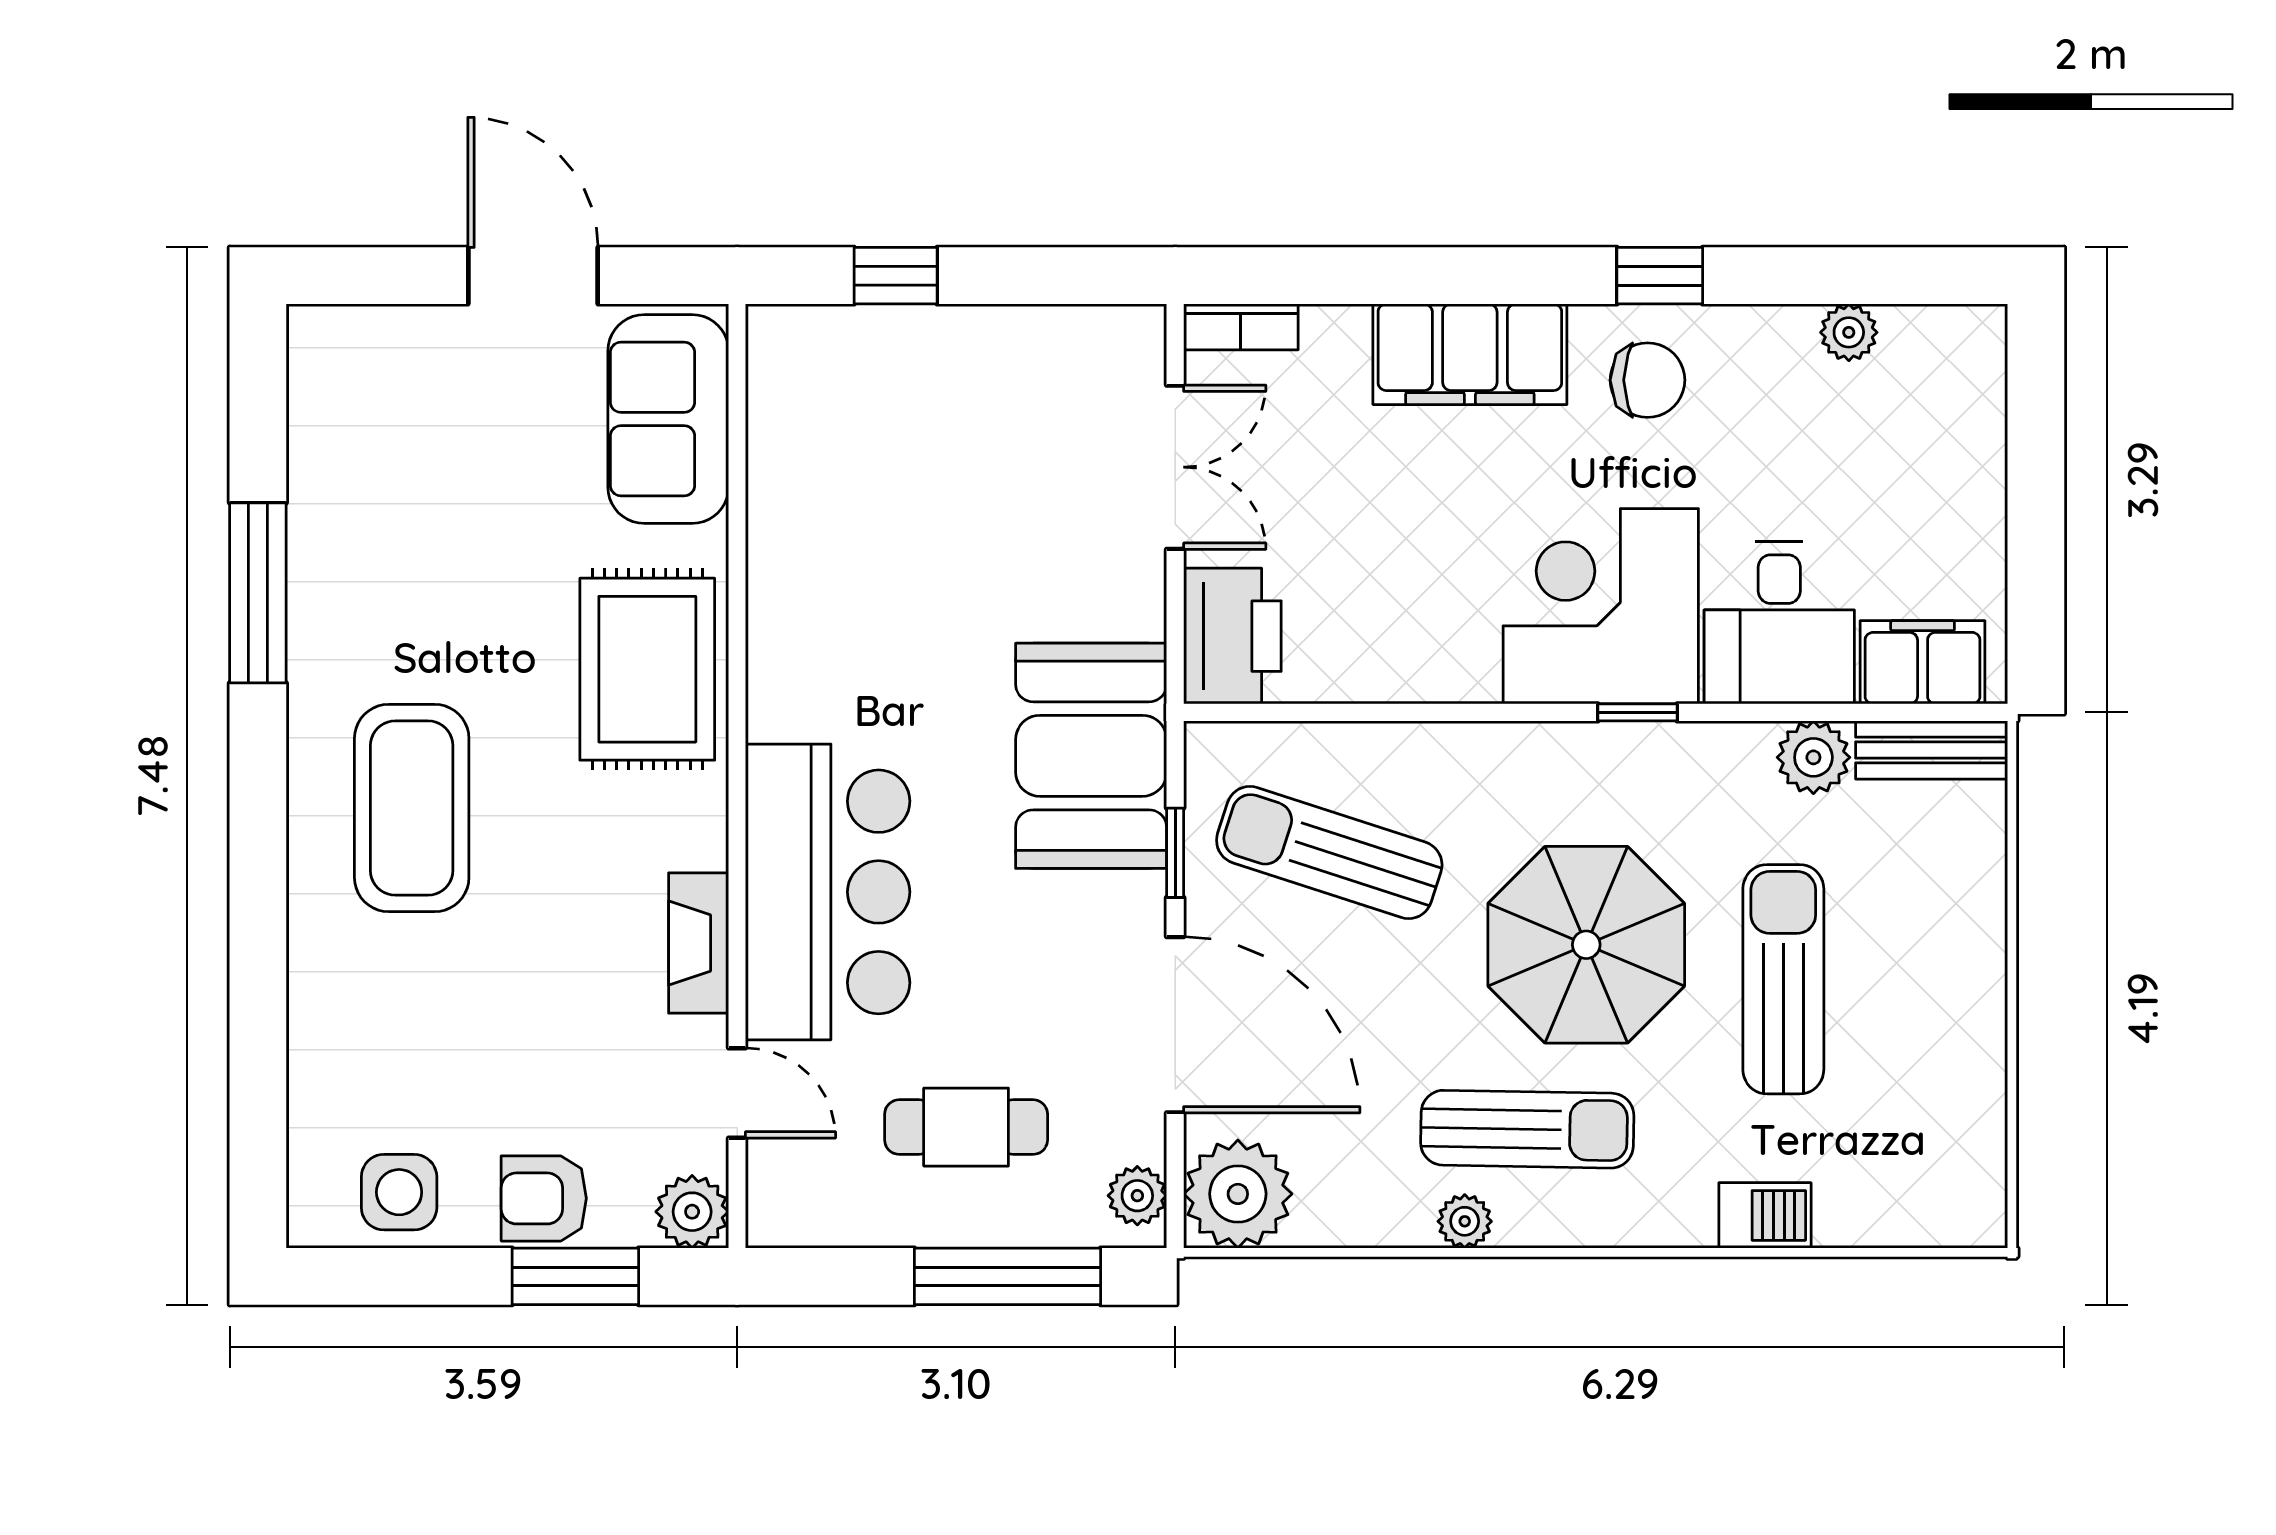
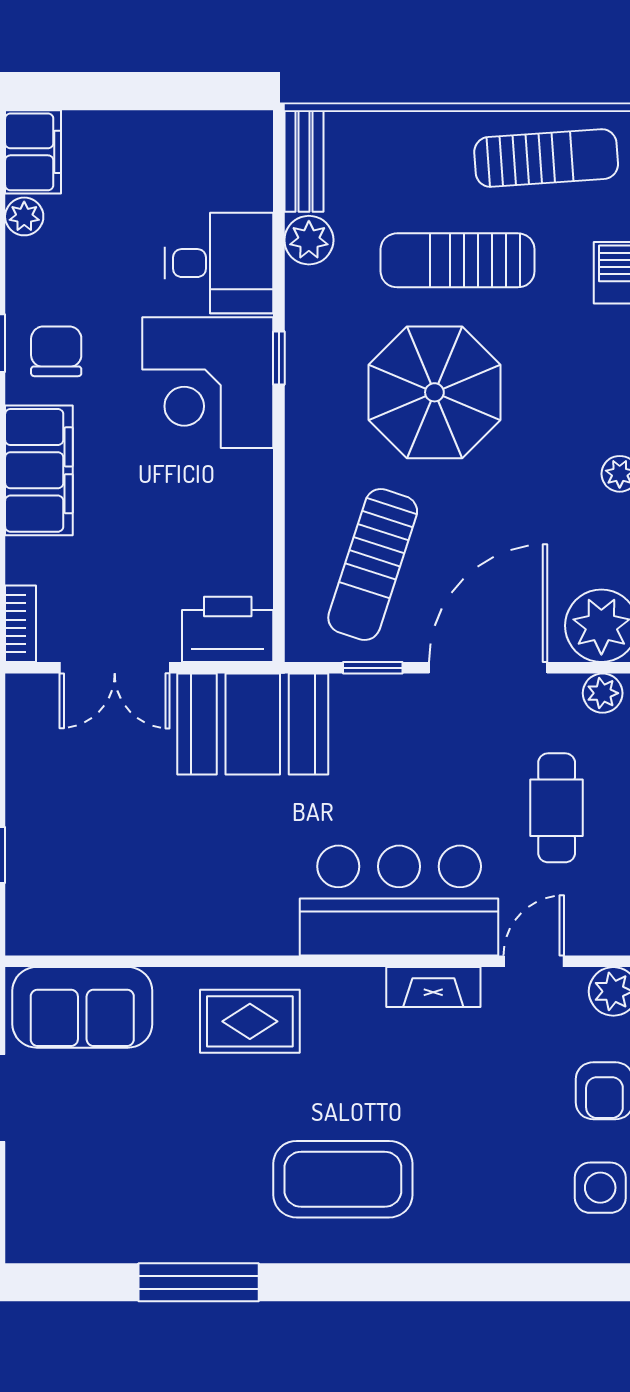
double door: (1175, 467) -> (115, 668), swing flipped
filing cabinet: (1923, 662) -> (33, 152), moved, turned 180
rug: (647, 669) -> (250, 1021), width x0.73, depth x0.70
booth: (1091, 756) -> (253, 724), moved
sun lounger: (1527, 1129) -> (546, 158), moved, turned 85

